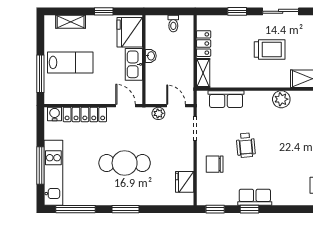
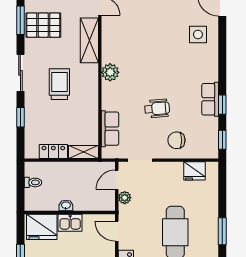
kitchen sink: (134, 64) -> (70, 223), width x0.73
door: (126, 106) -> (117, 231), hinge flipped
chair: (215, 164) -> (176, 140), turned 90

